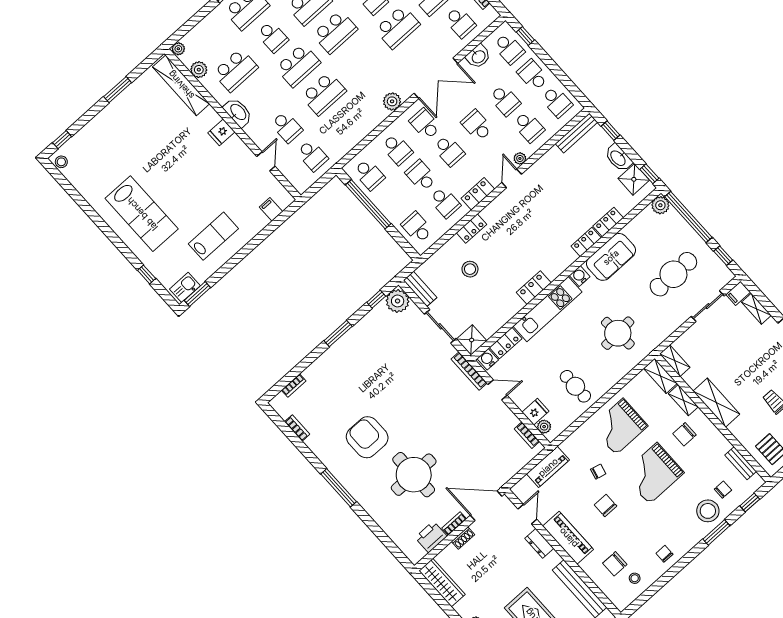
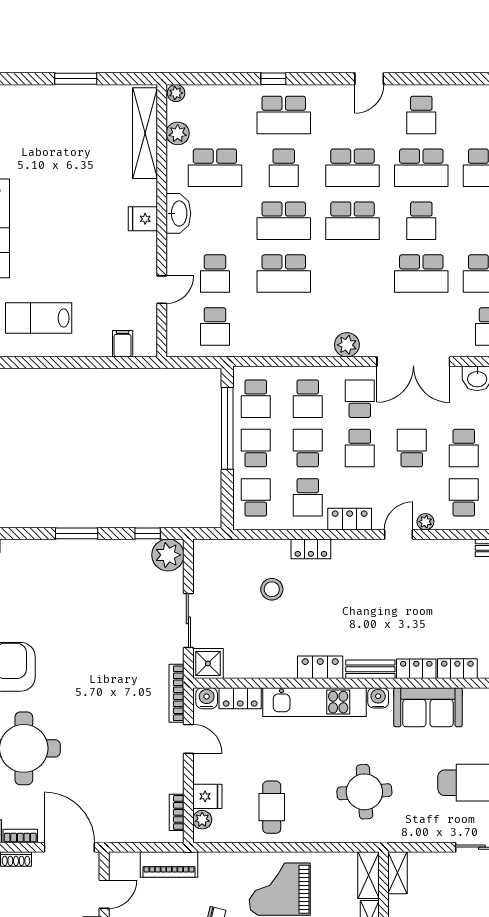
school desk: (529, 127) -> (464, 497), turned 180
school desk: (393, 201) -> (256, 448), added
lab bench: (213, 236) -> (39, 318), turned 180
bench: (420, 289) -> (370, 669), moved, turned 90

